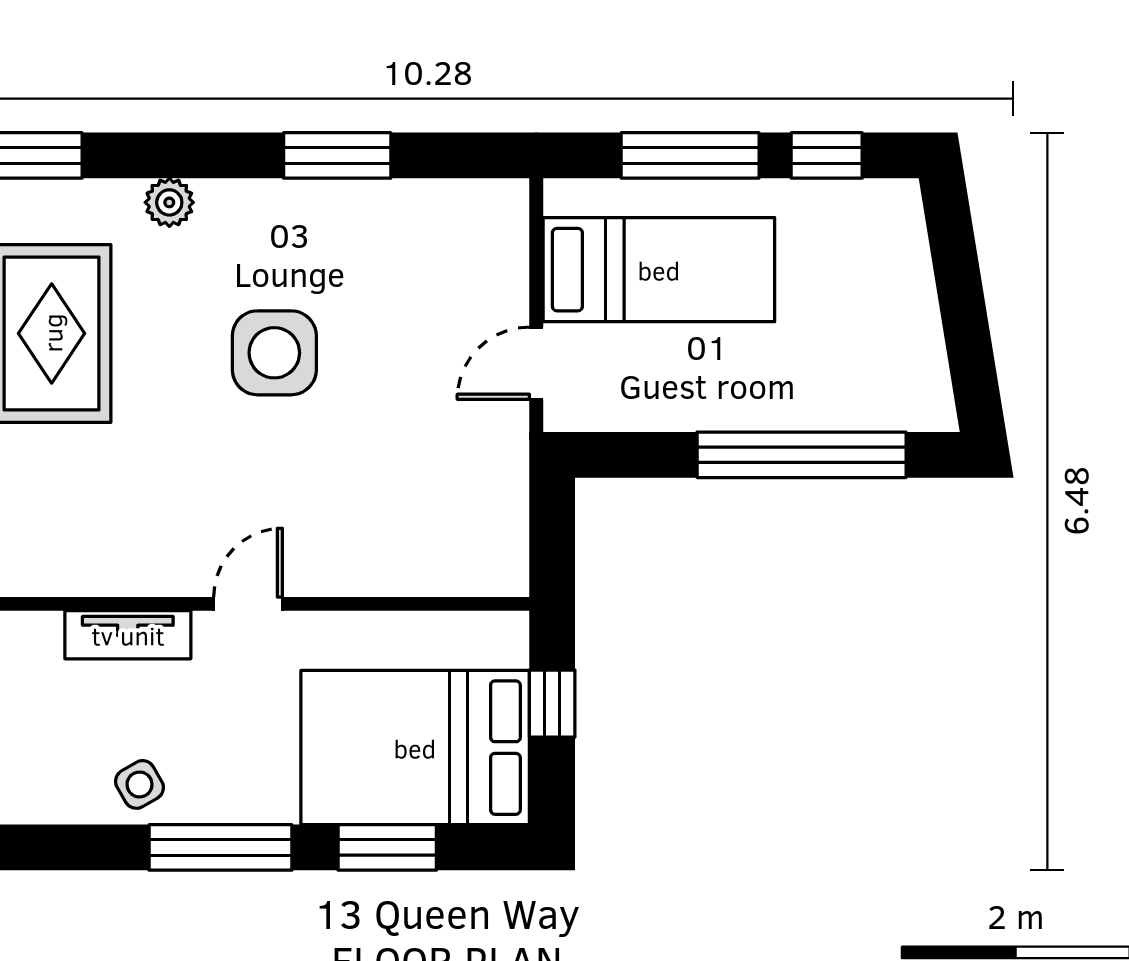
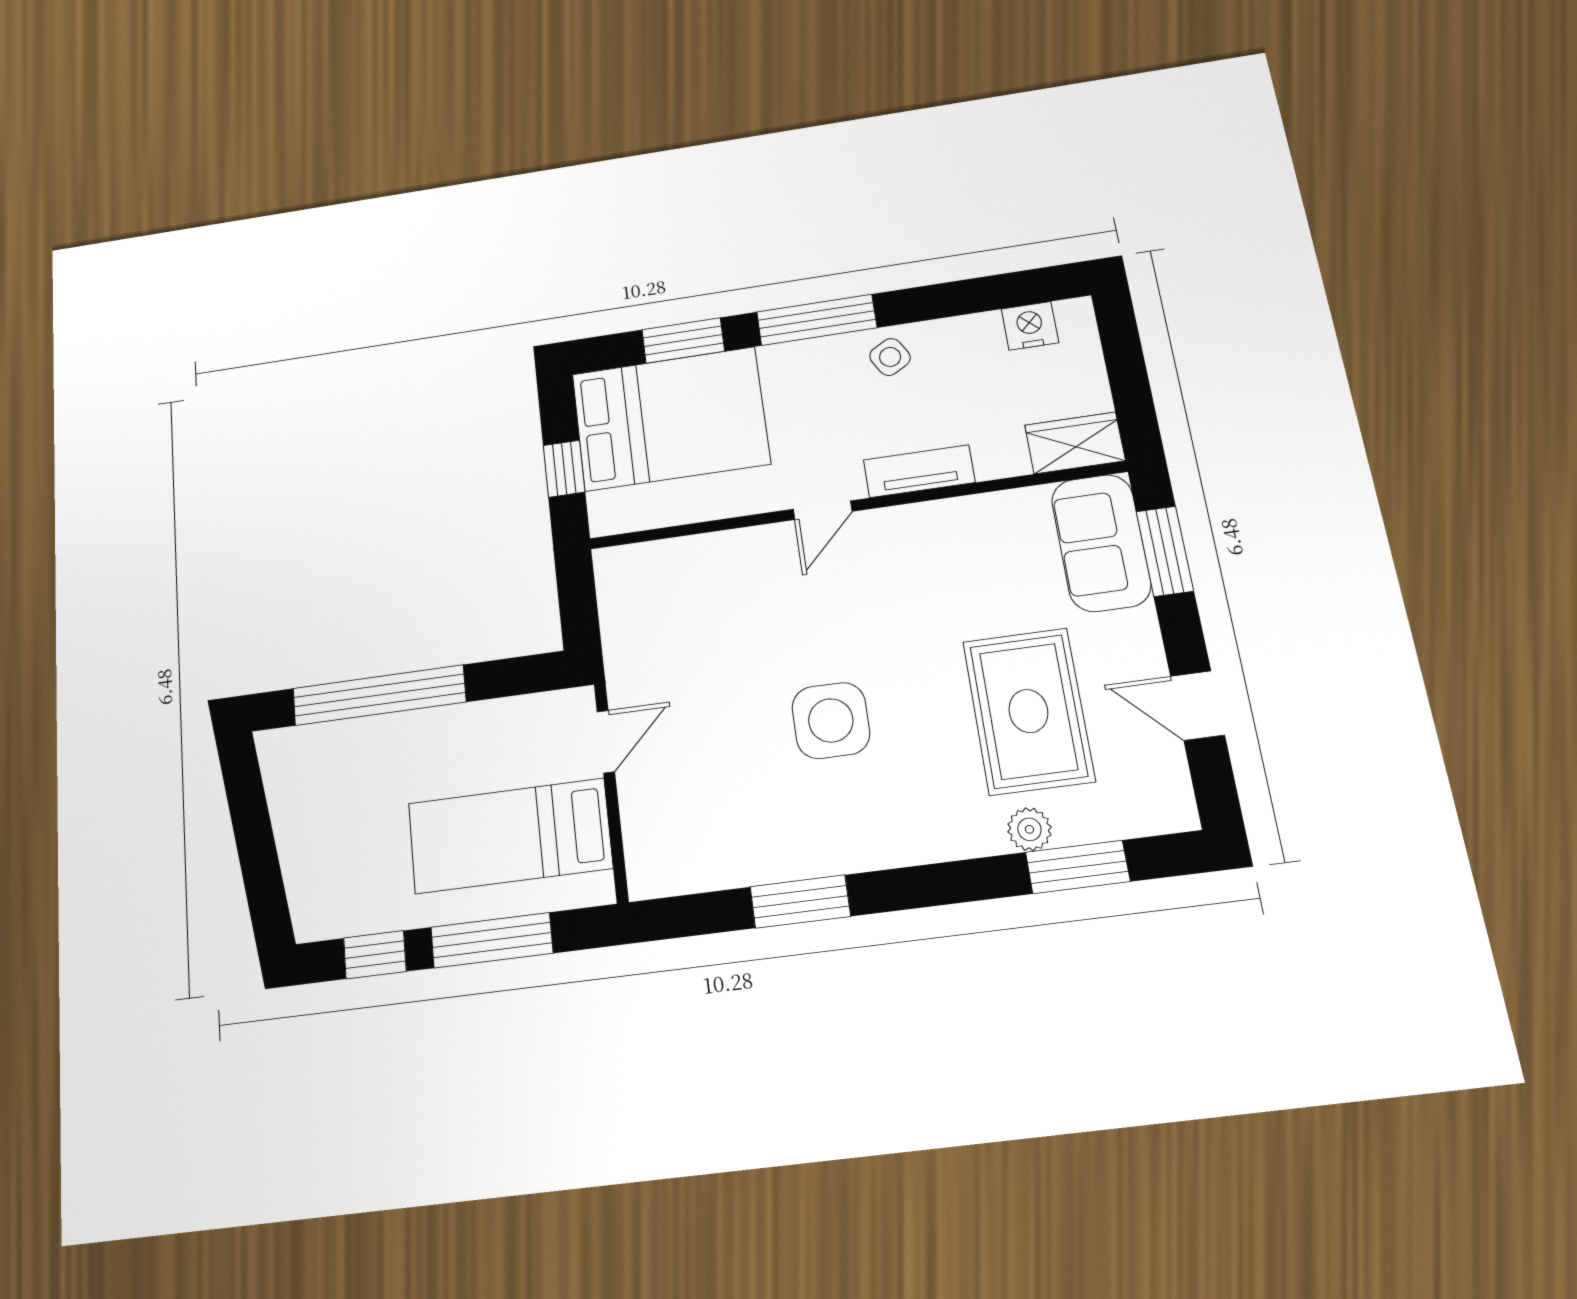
plant: (169, 202) -> (1029, 829), moved

